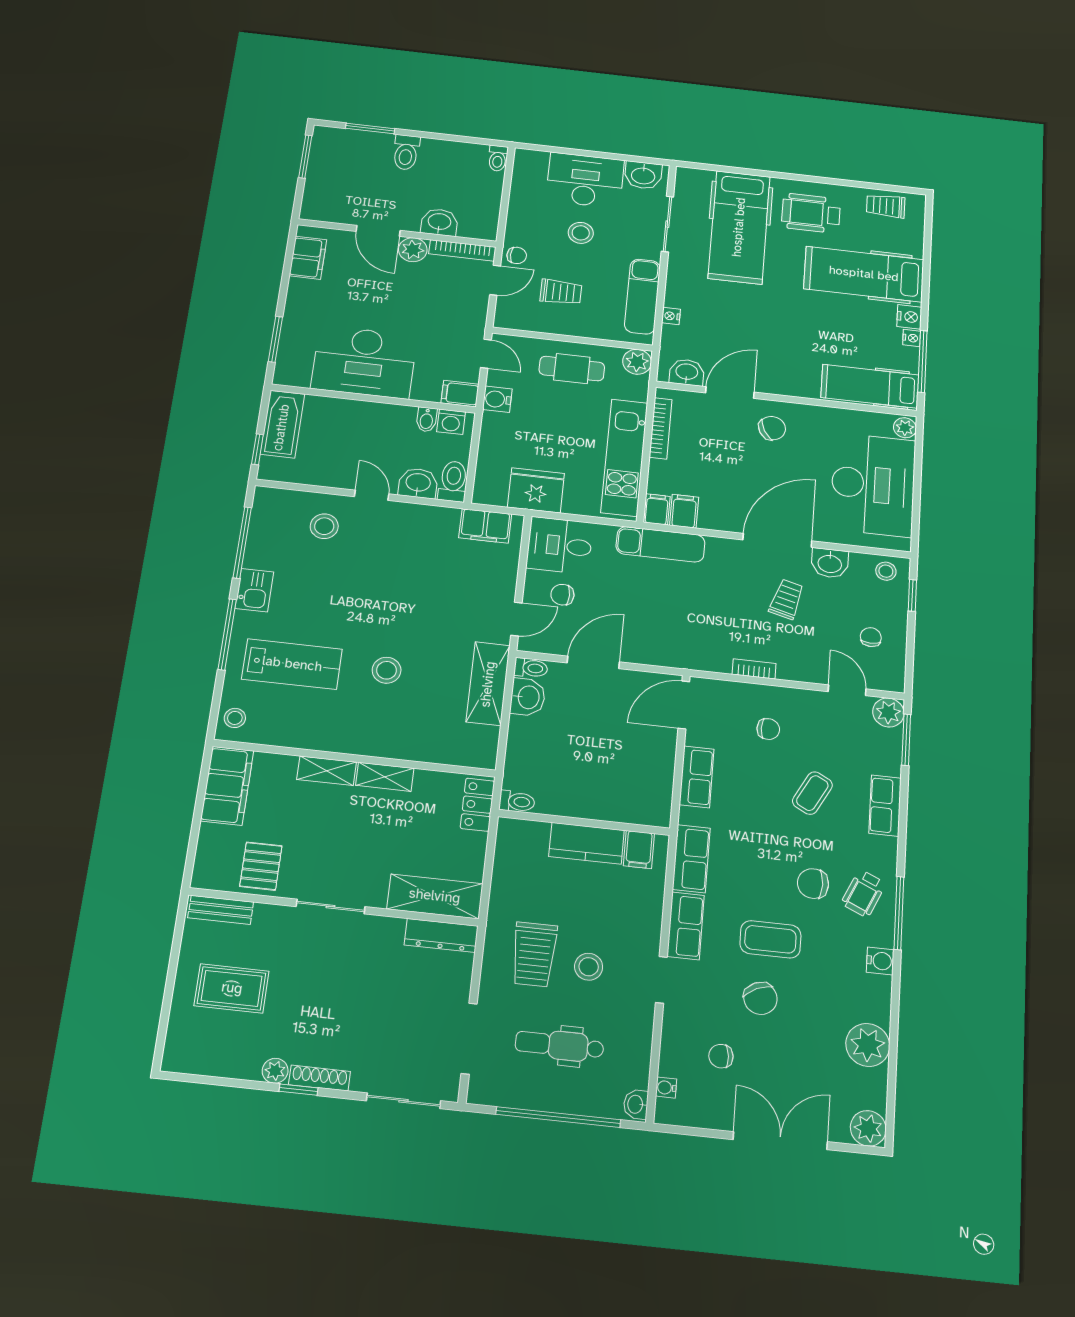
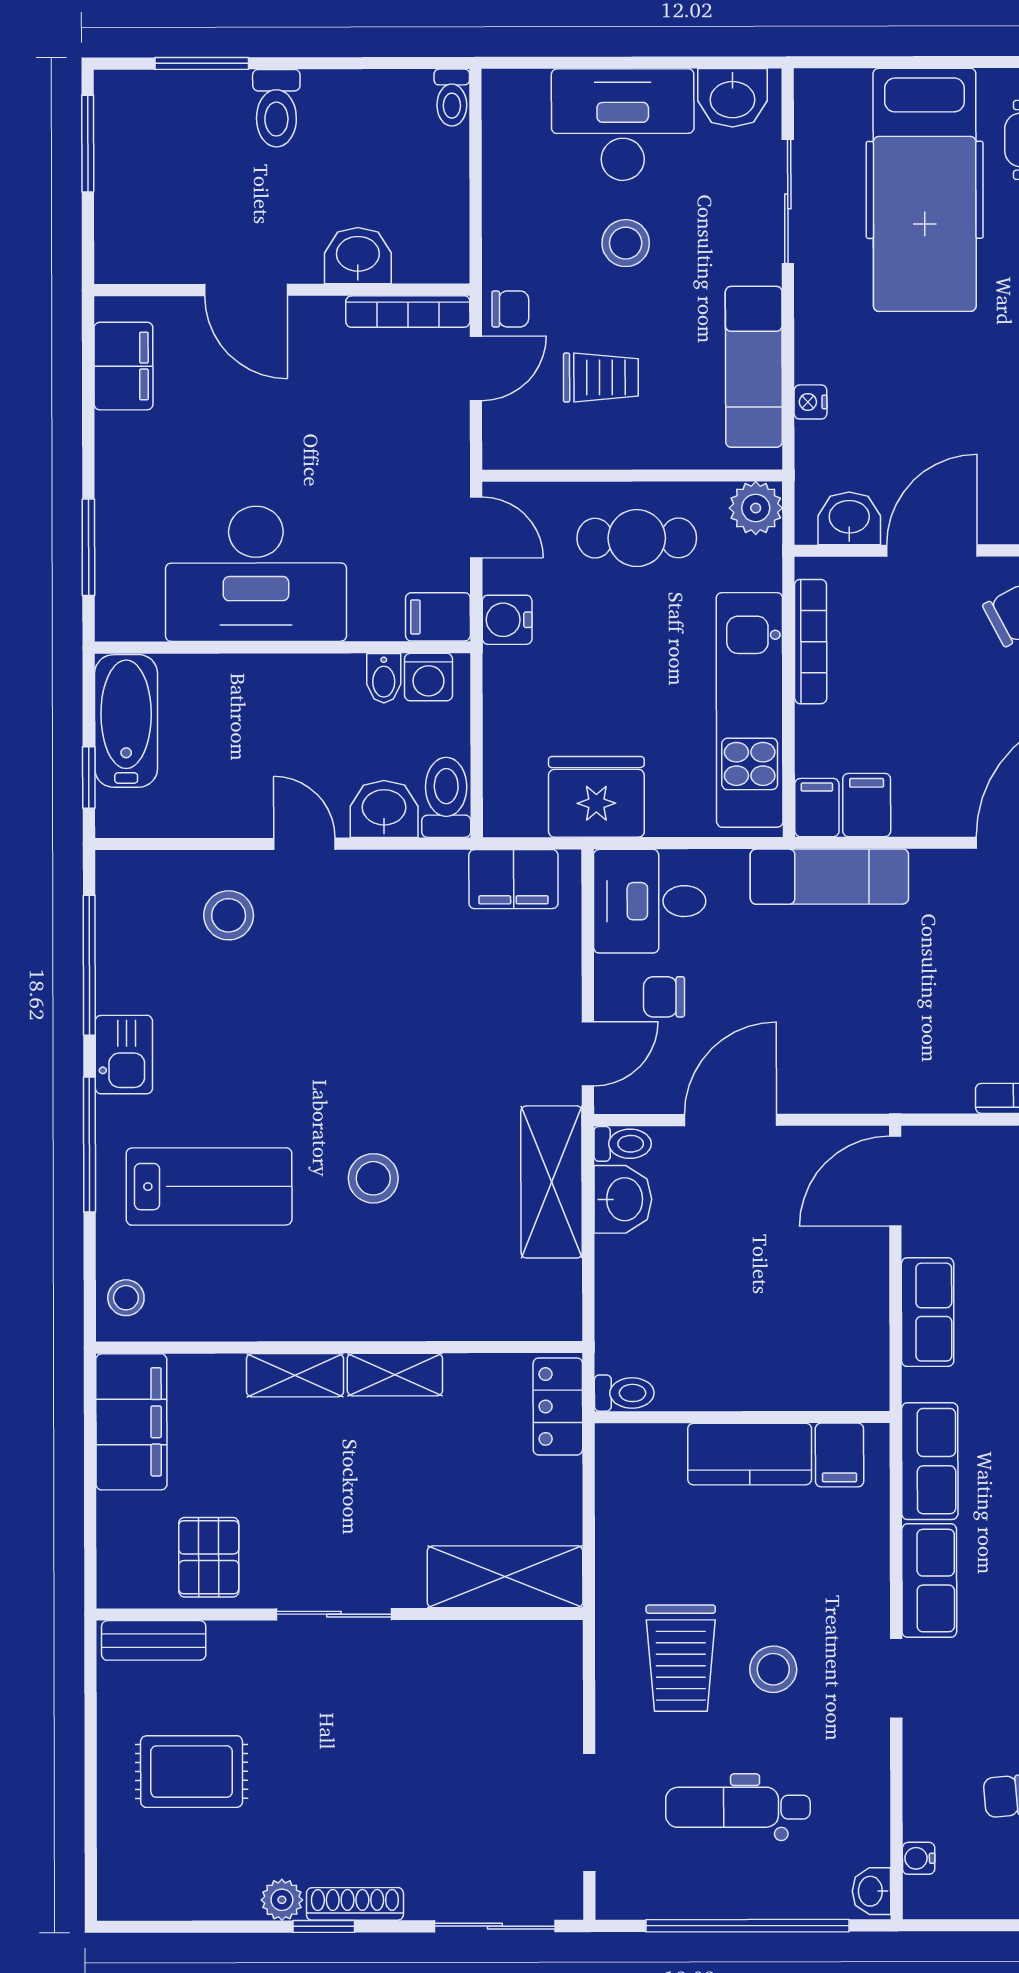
plant: (413, 250) -> (315, 322), removed
dresser: (441, 935) -> (523, 1643), removed

